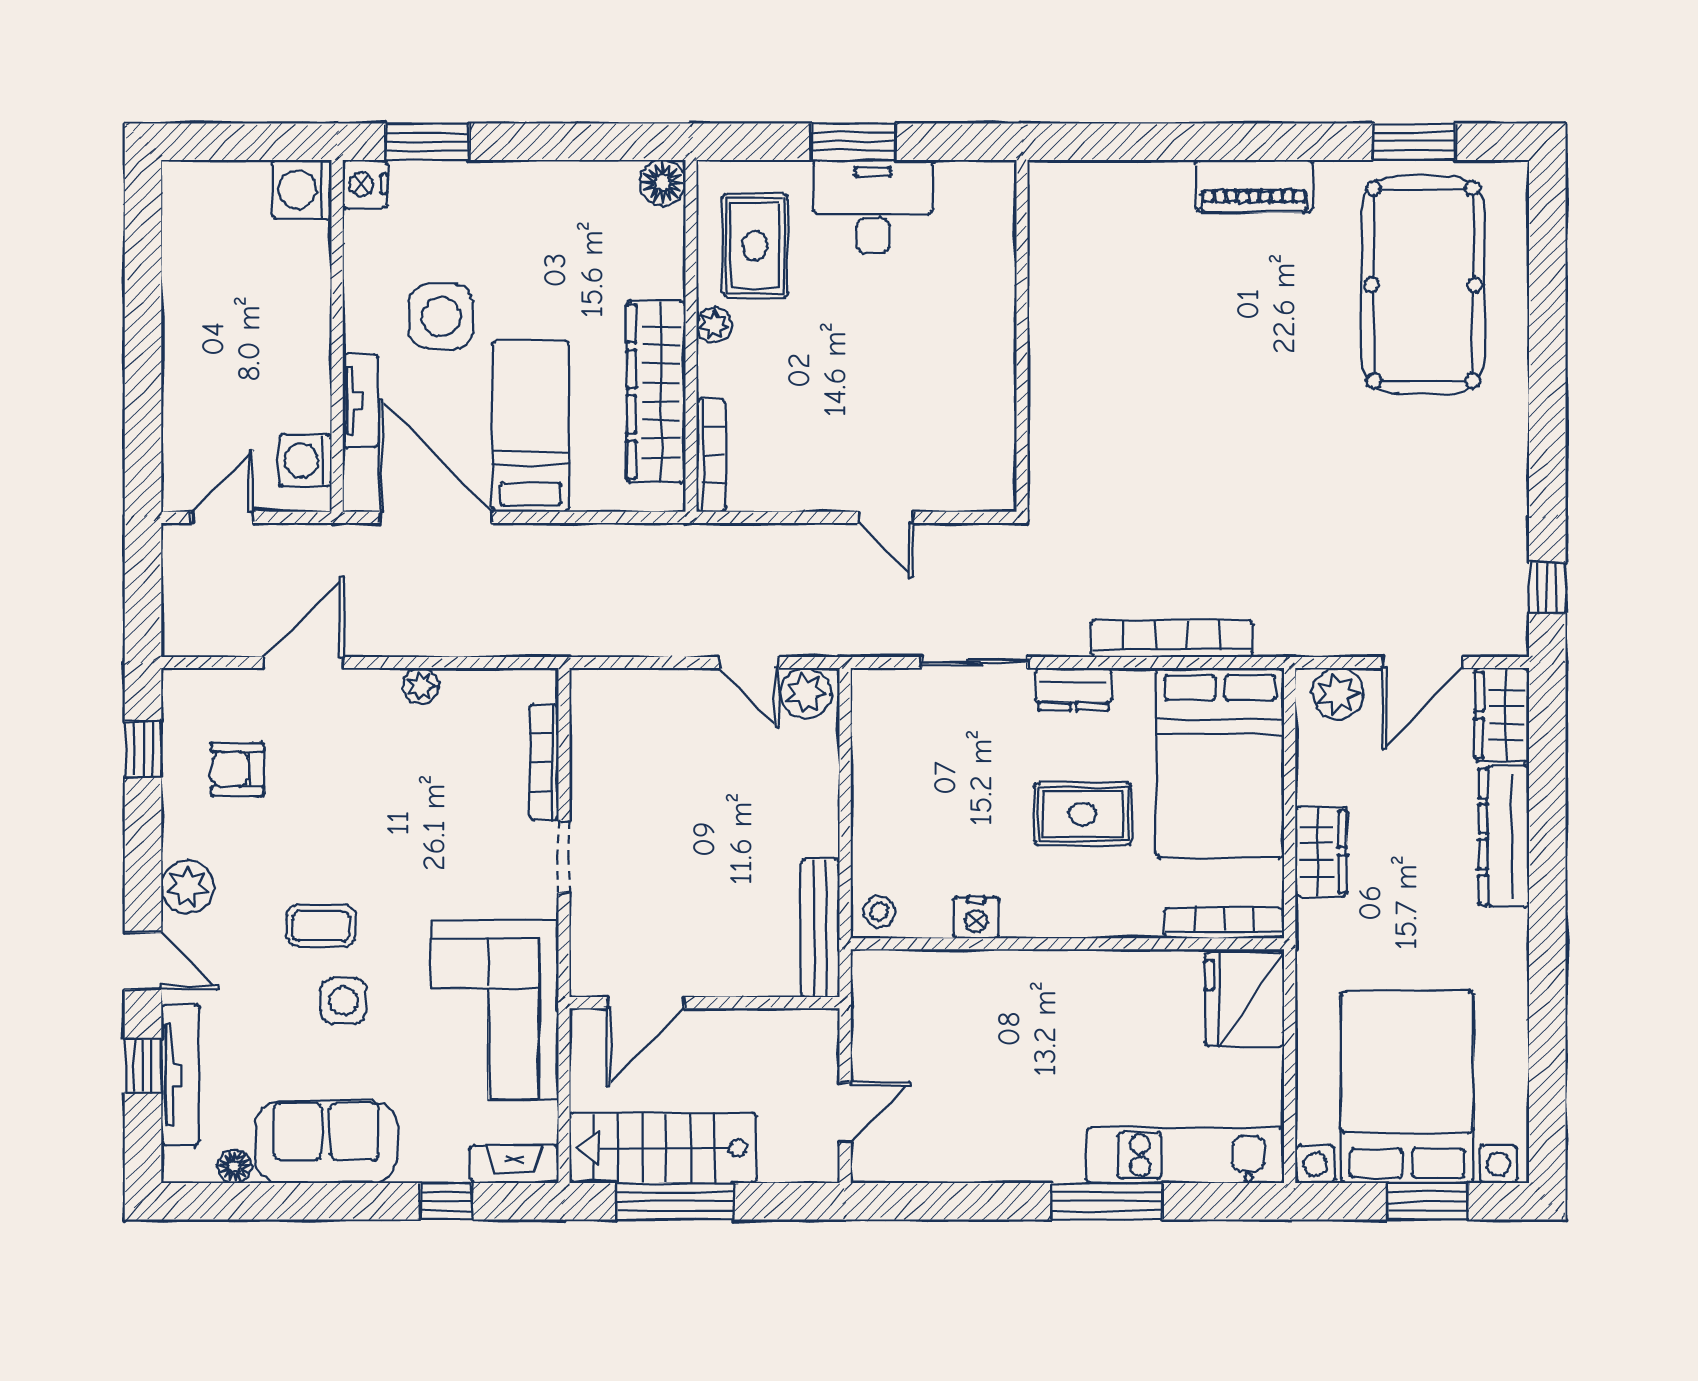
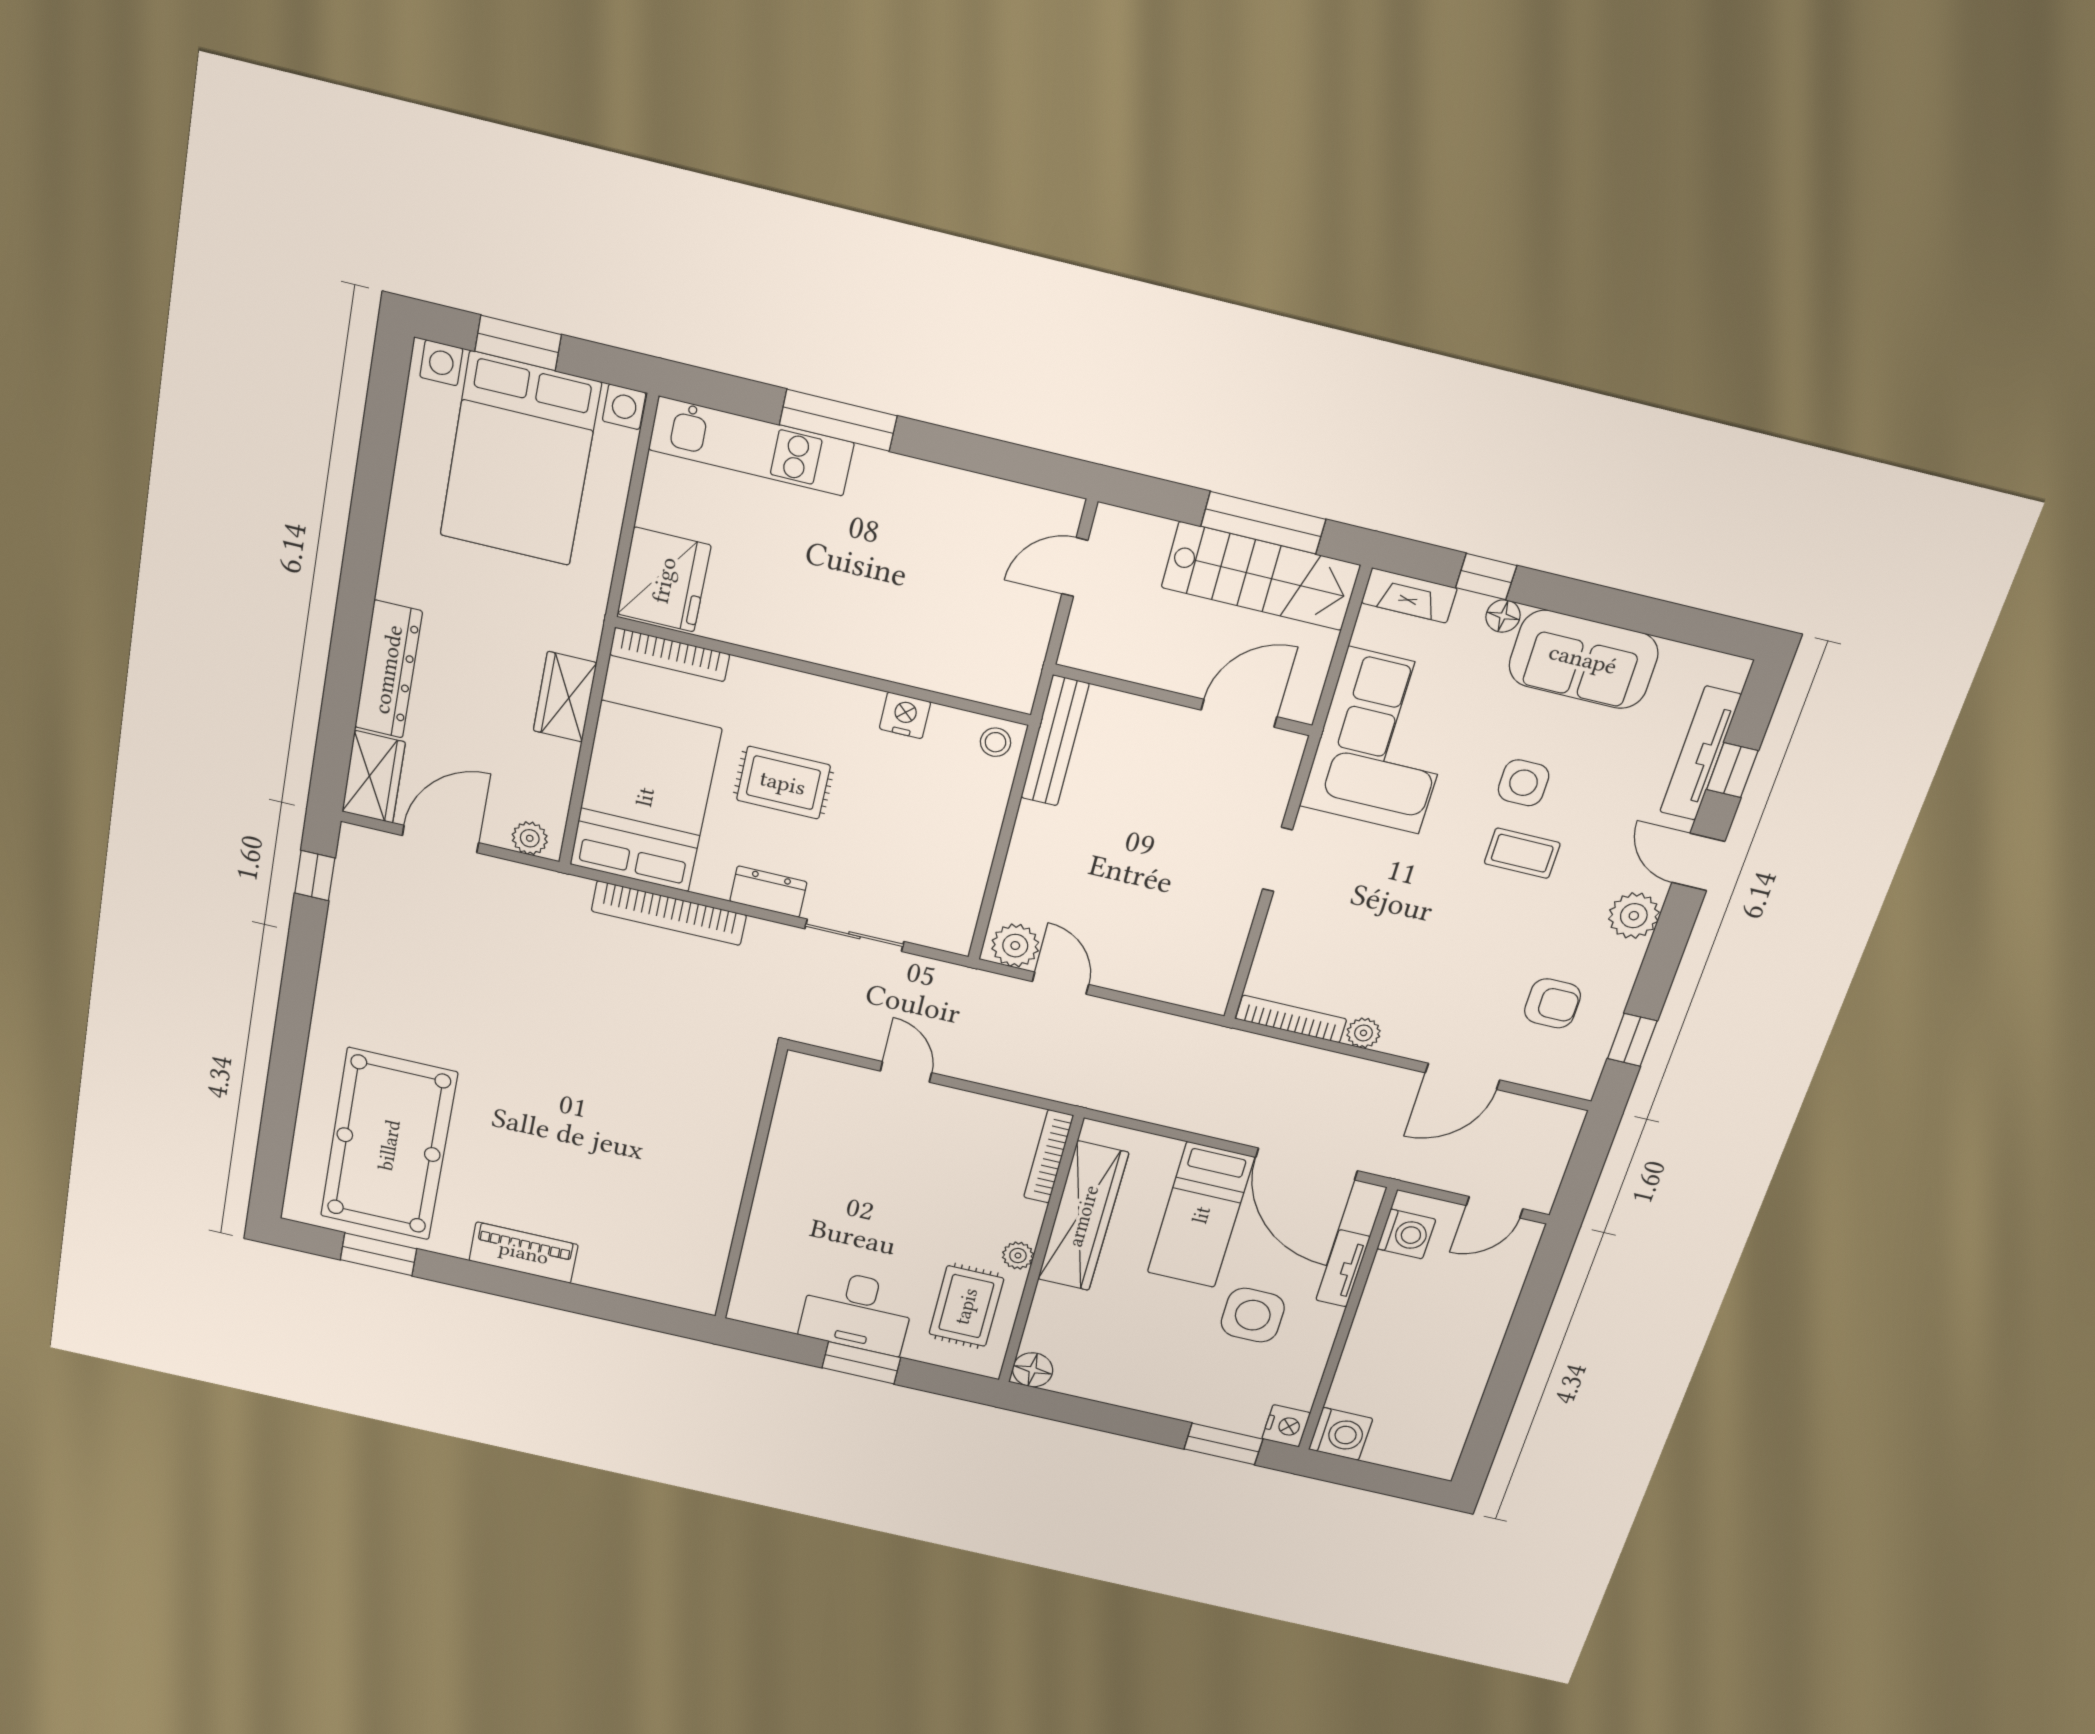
plant: (1338, 694) -> (530, 838), width x0.73, depth x0.73
bookcase: (544, 762) -> (1291, 1019), moved, turned -90
floor lamp: (234, 1166) -> (1503, 616), moved

